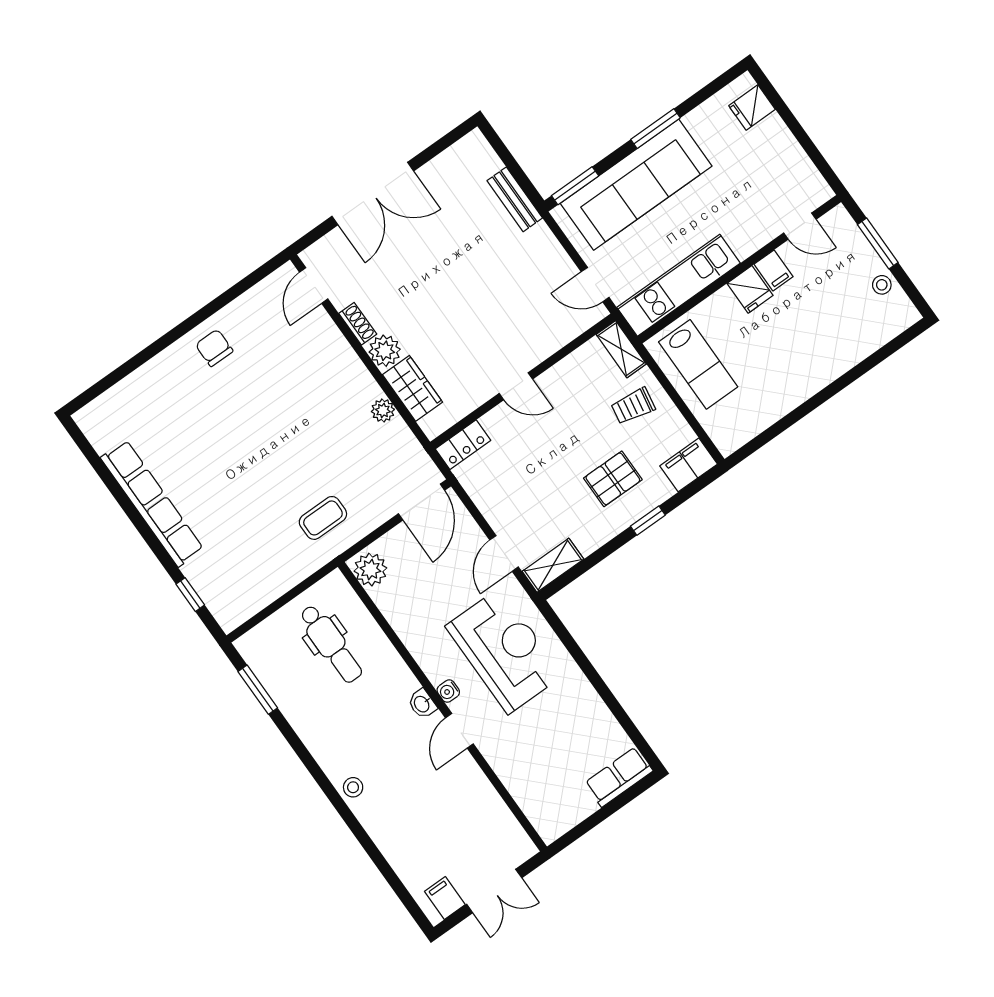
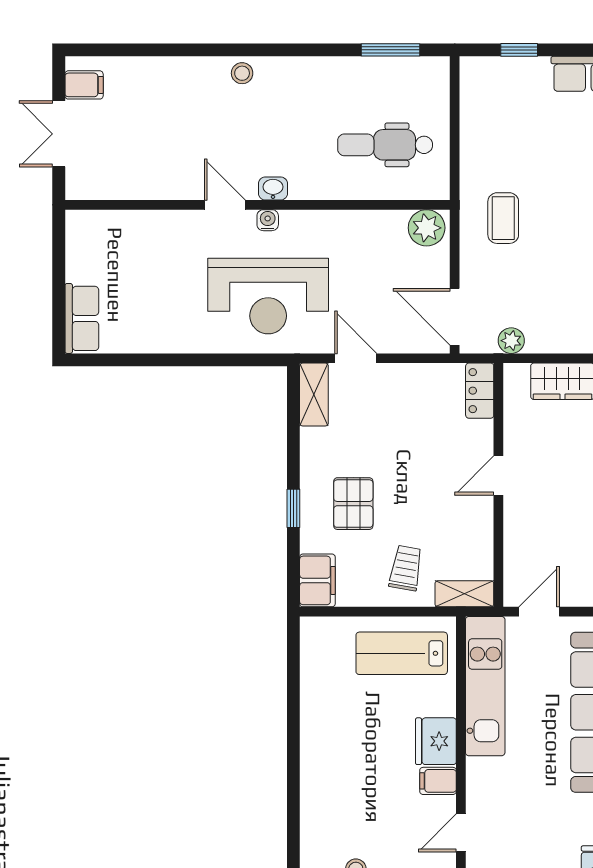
fridge: (750, 289) -> (436, 741), width x1.38
plant: (383, 411) -> (511, 341), moved

